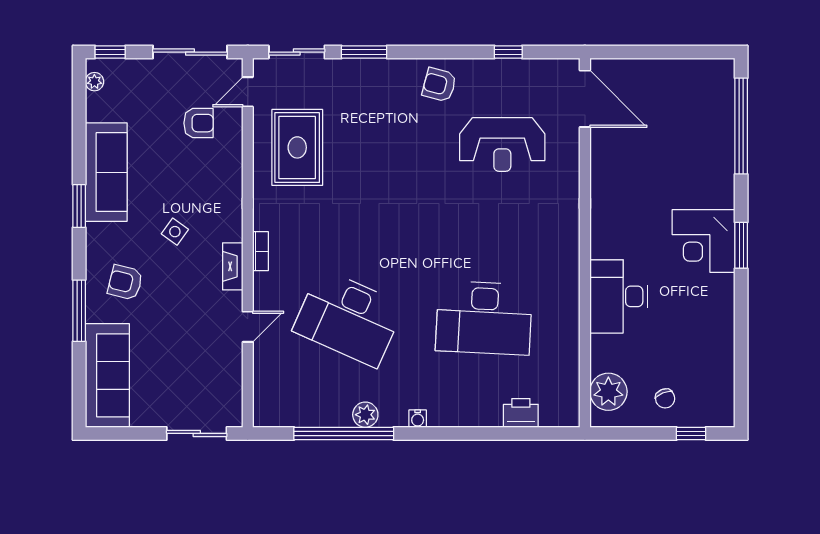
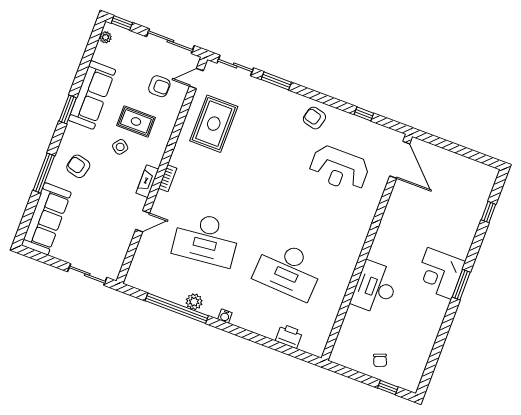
window: (741, 126) -> (489, 212), width x0.32
rug: (184, 186) -> (136, 121), added
desk: (349, 318) -> (206, 239), turned -30
plant: (608, 392) -> (347, 343), removed

